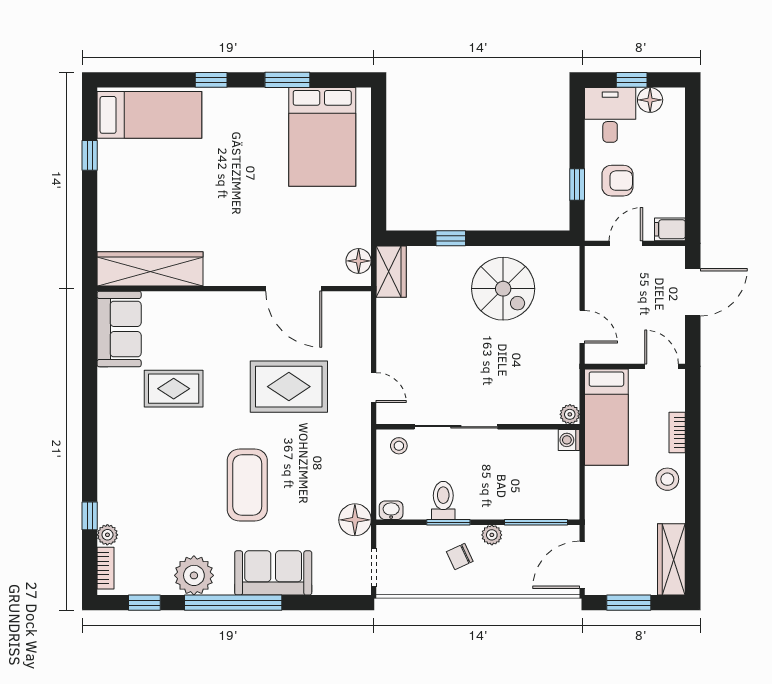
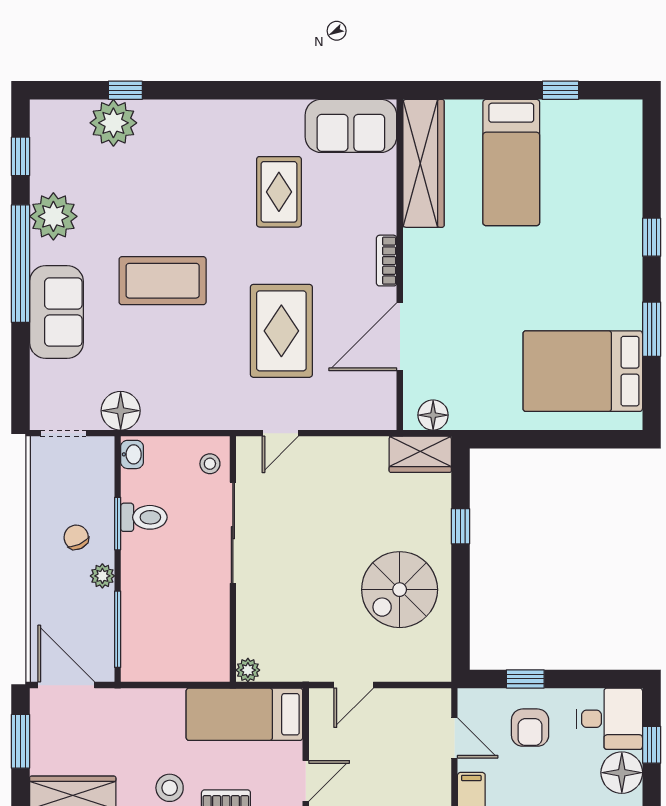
floor lamp: (650, 100) -> (622, 773), width x1.38, depth x1.38
bed: (149, 115) -> (511, 163), moved
washing machine: (569, 440) -> (217, 669), removed
plant: (107, 535) -> (113, 123), width x1.88, depth x1.88
bookcase: (106, 568) -> (387, 261), moved, turned 90

